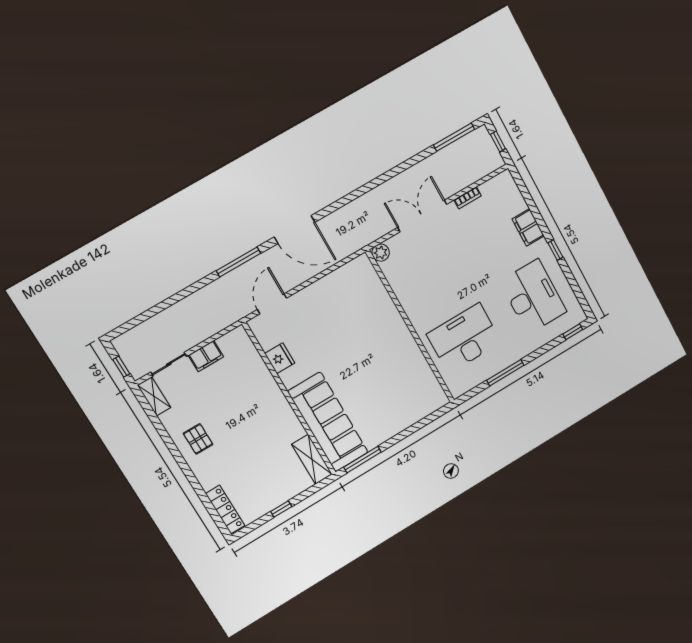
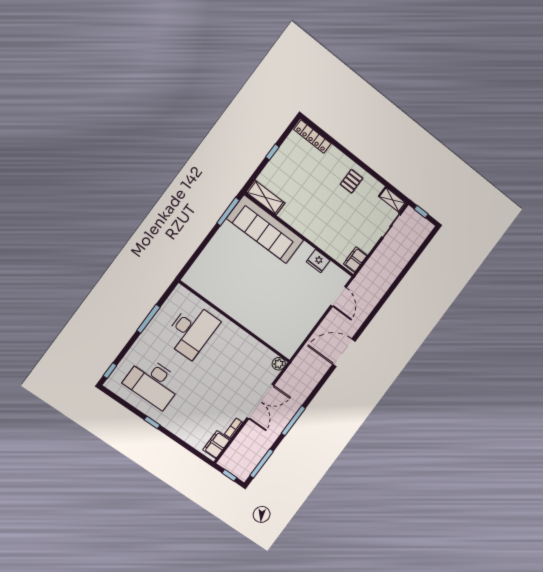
filing cabinet: (528, 227) -> (217, 445), moved, turned -90
window: (238, 262) -> (293, 421), moved
filing cabinet: (206, 356) -> (355, 260), moved
pallet: (198, 439) -> (351, 181), turned 90

